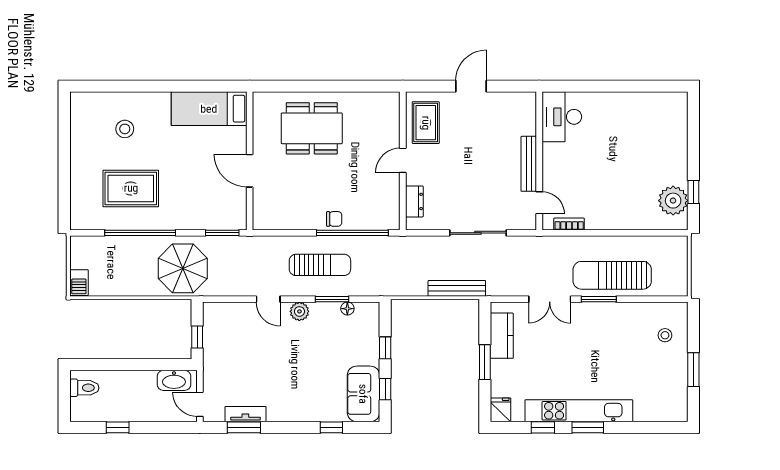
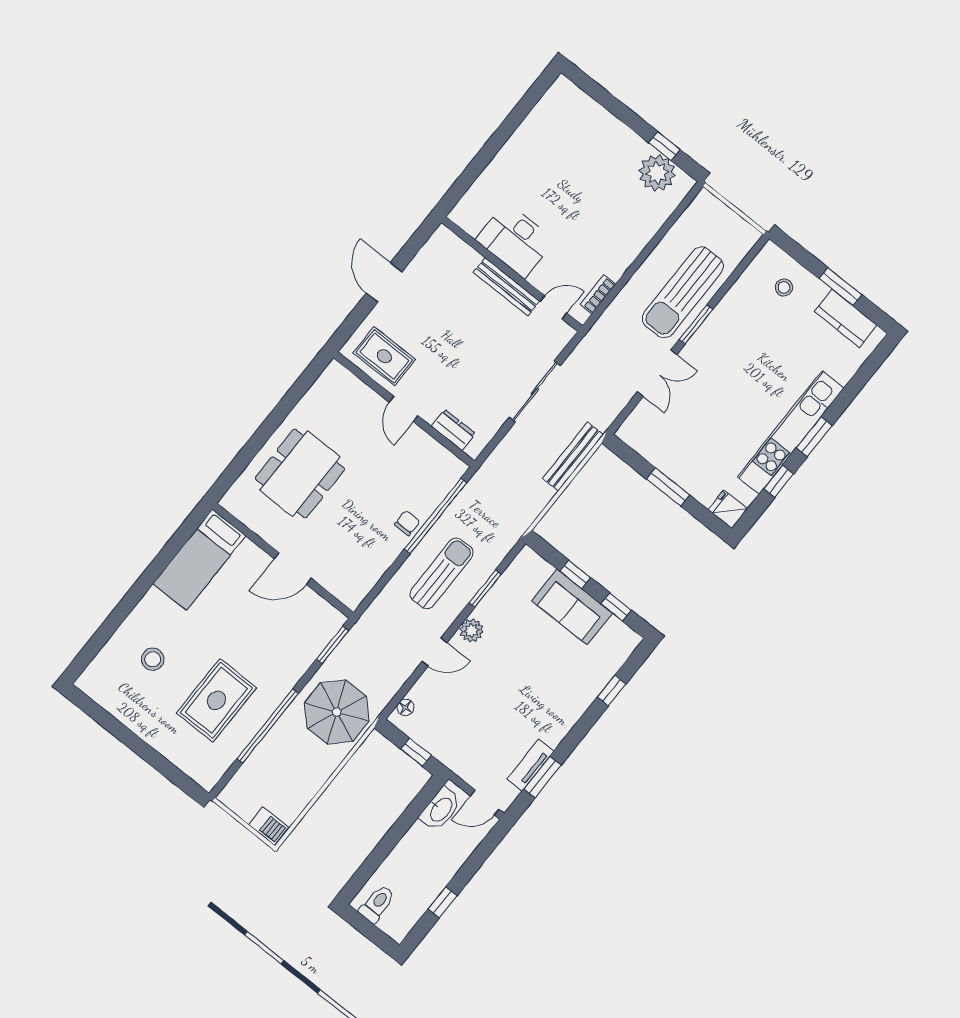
desk: (562, 117) -> (515, 240), moved
floor lamp: (347, 309) -> (405, 707), moved
kitchen counter: (502, 336) -> (846, 318), moved, turned 180
sofa: (363, 394) -> (572, 607), moved

